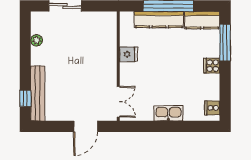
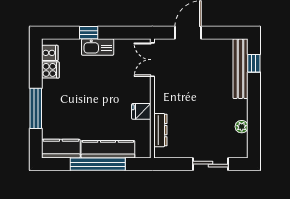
dresser: (111, 37) -> (160, 130), added
window: (225, 43) -> (36, 108), moved
cooker: (212, 66) -> (50, 70), moved
window: (177, 126) -> (89, 33), added

